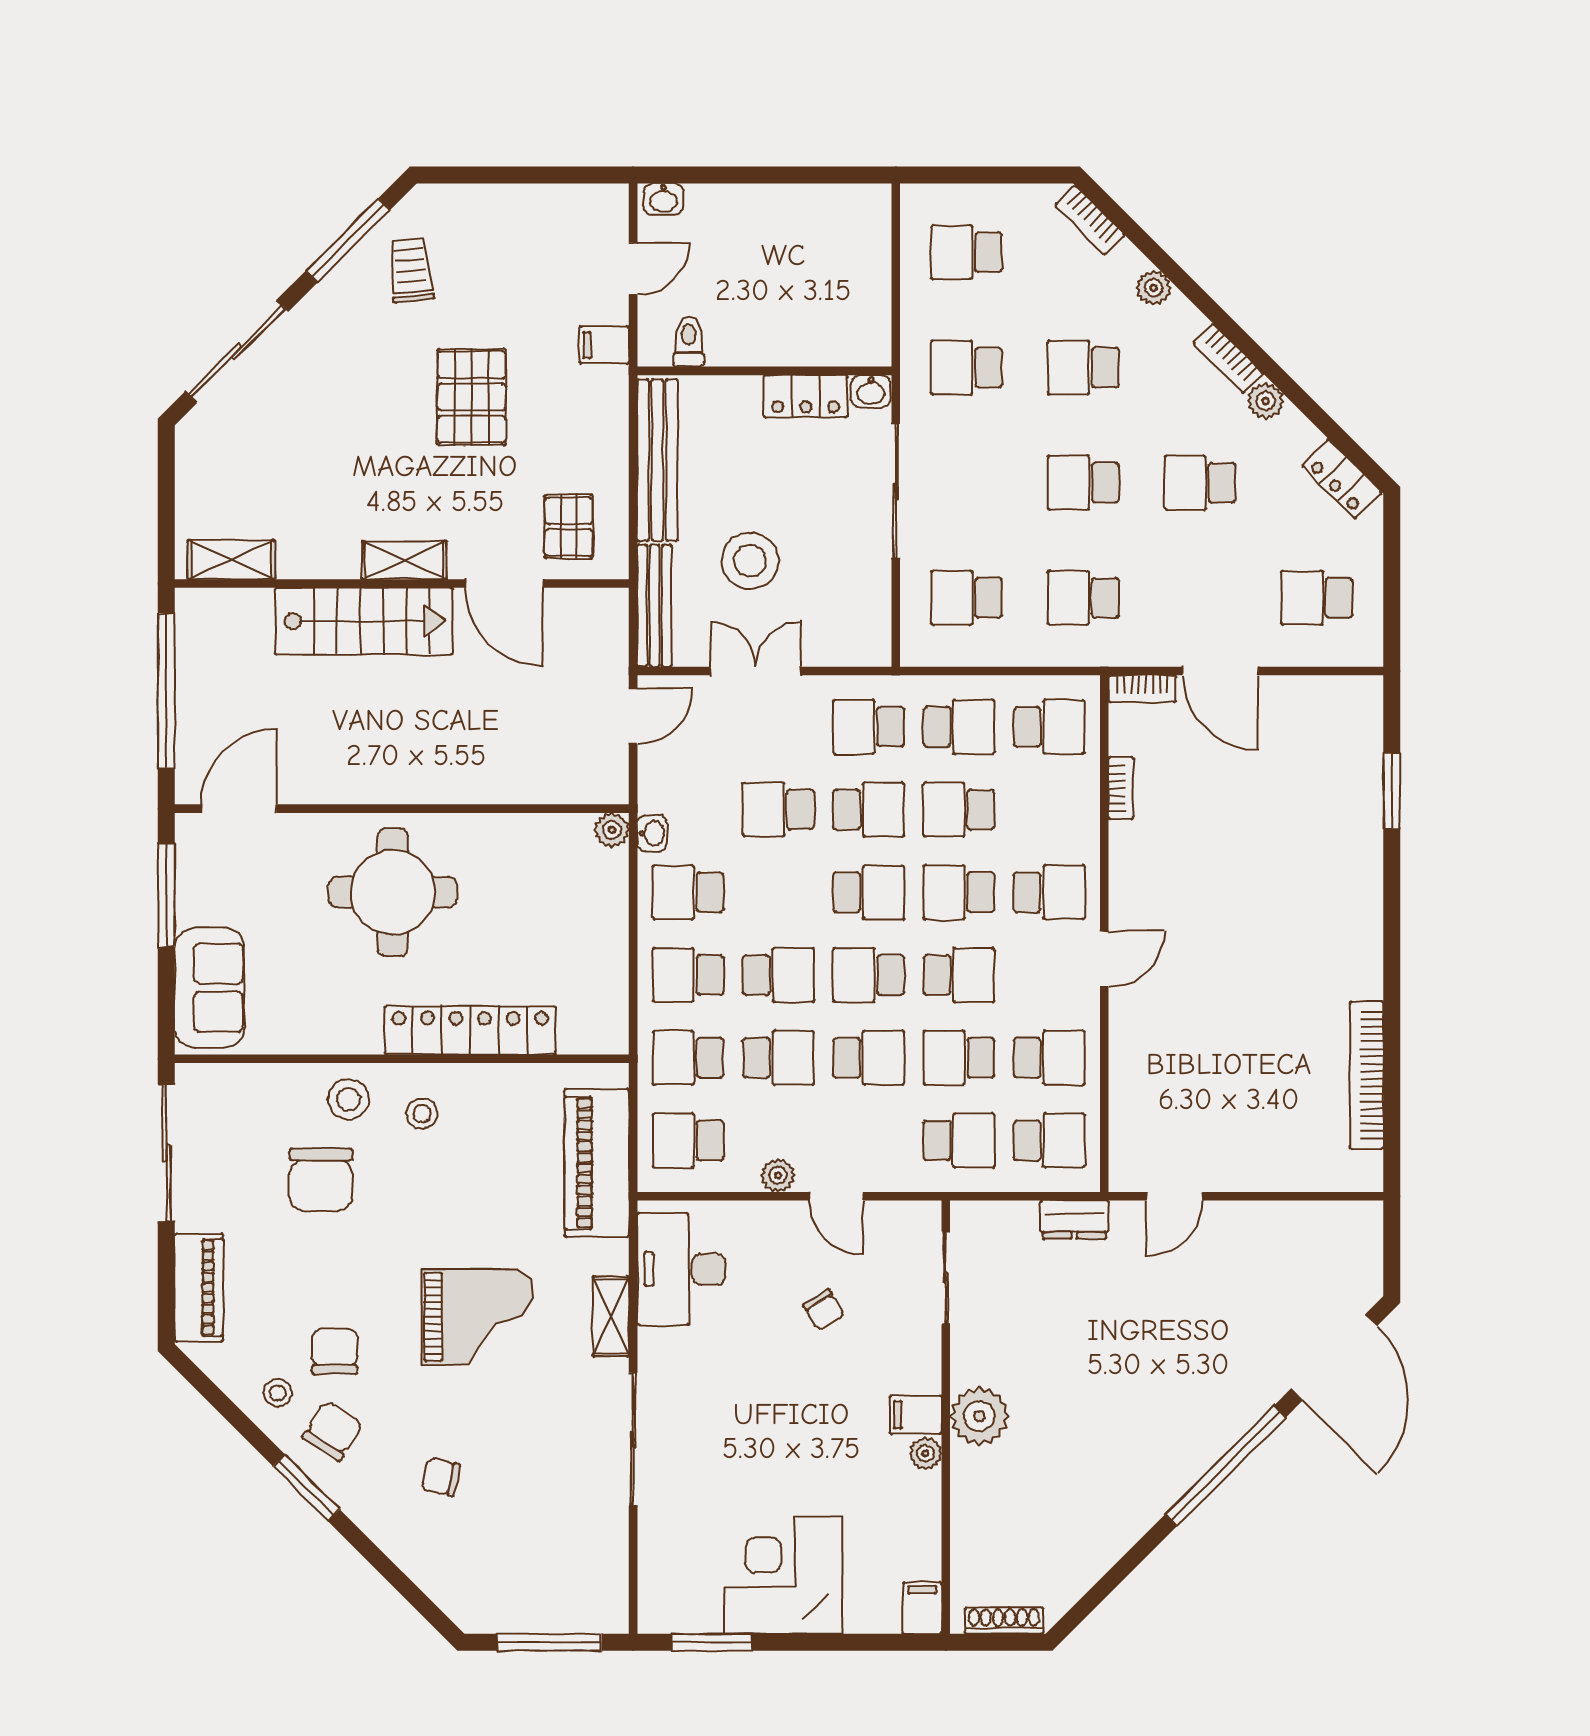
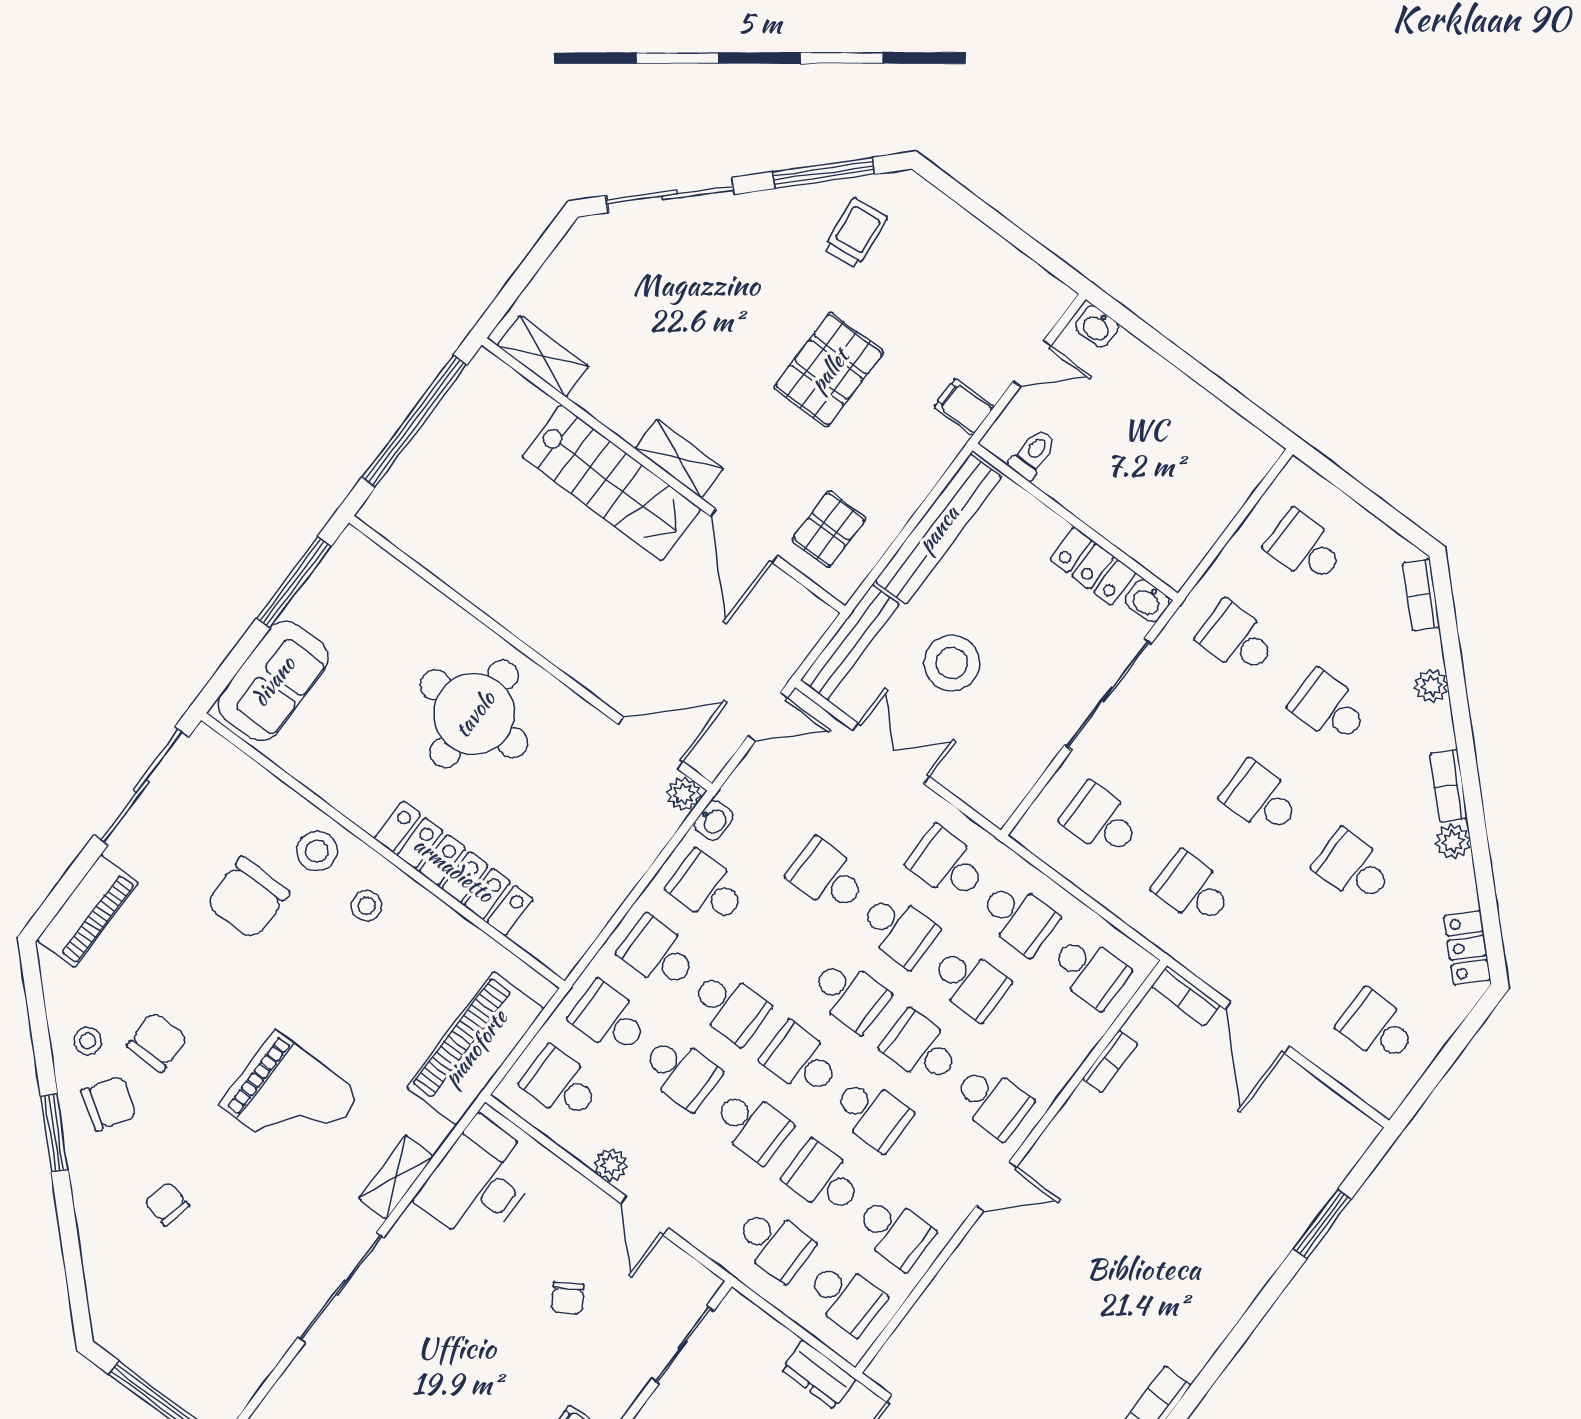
door: (239, 809) -> (651, 743), moved
school desk: (959, 810) -> (970, 983), turned 180

